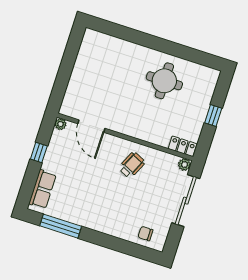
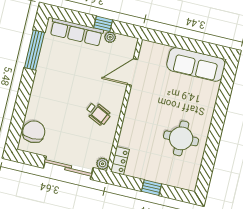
sofa: (89, 59) -> (196, 64), added
plant: (60, 124) -> (110, 37), moved
row of seats: (43, 189) -> (77, 32), width x1.48
chair: (145, 234) -> (34, 132), width x1.87, depth x1.87

